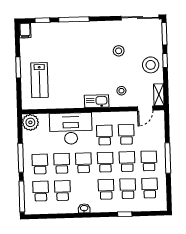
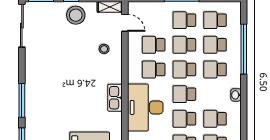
stool: (119, 51) -> (59, 51), removed
kitchen sink: (97, 101) -> (115, 98), moved
window: (125, 214) -> (244, 49), width x3.17

